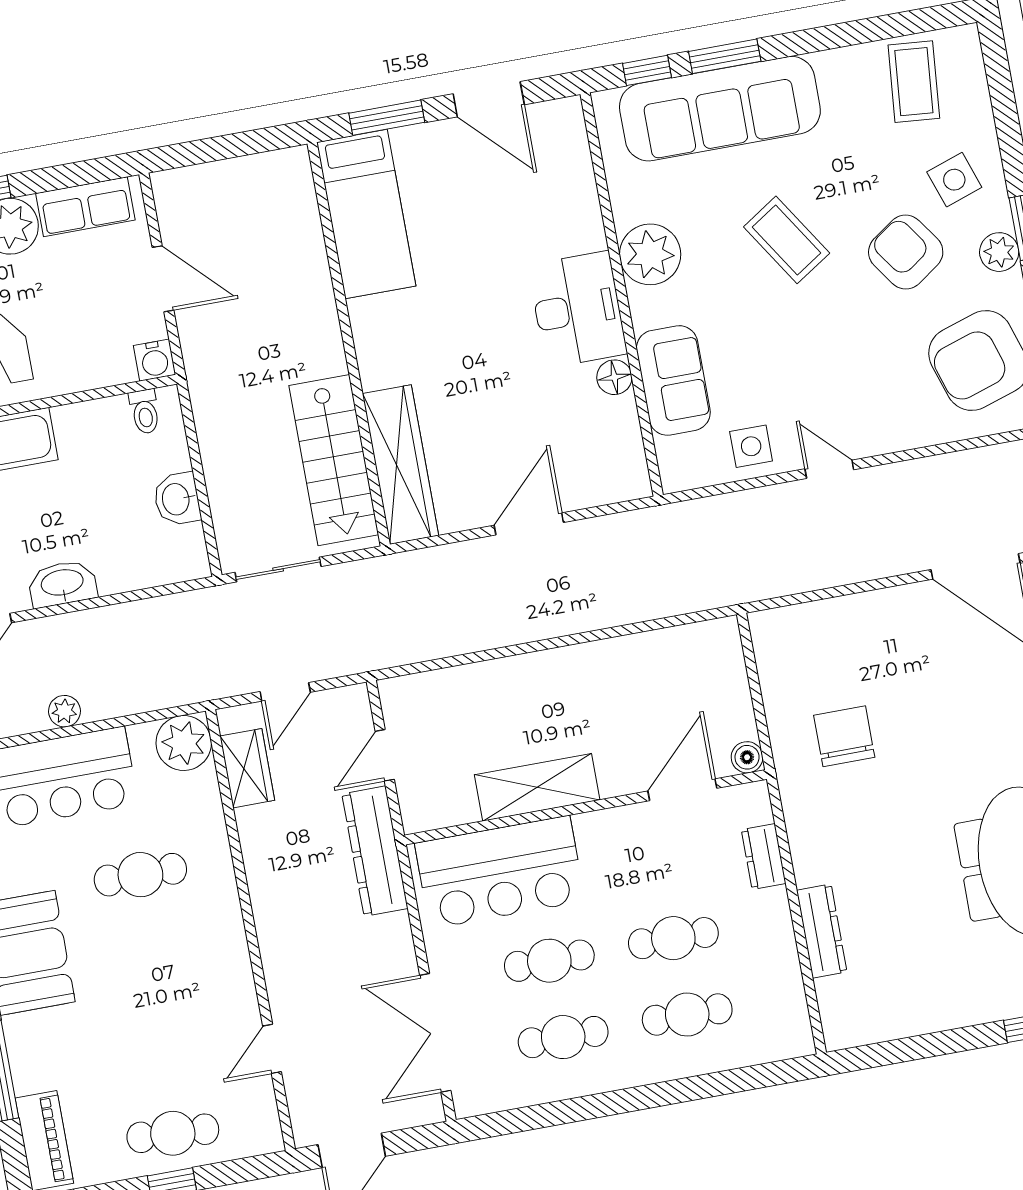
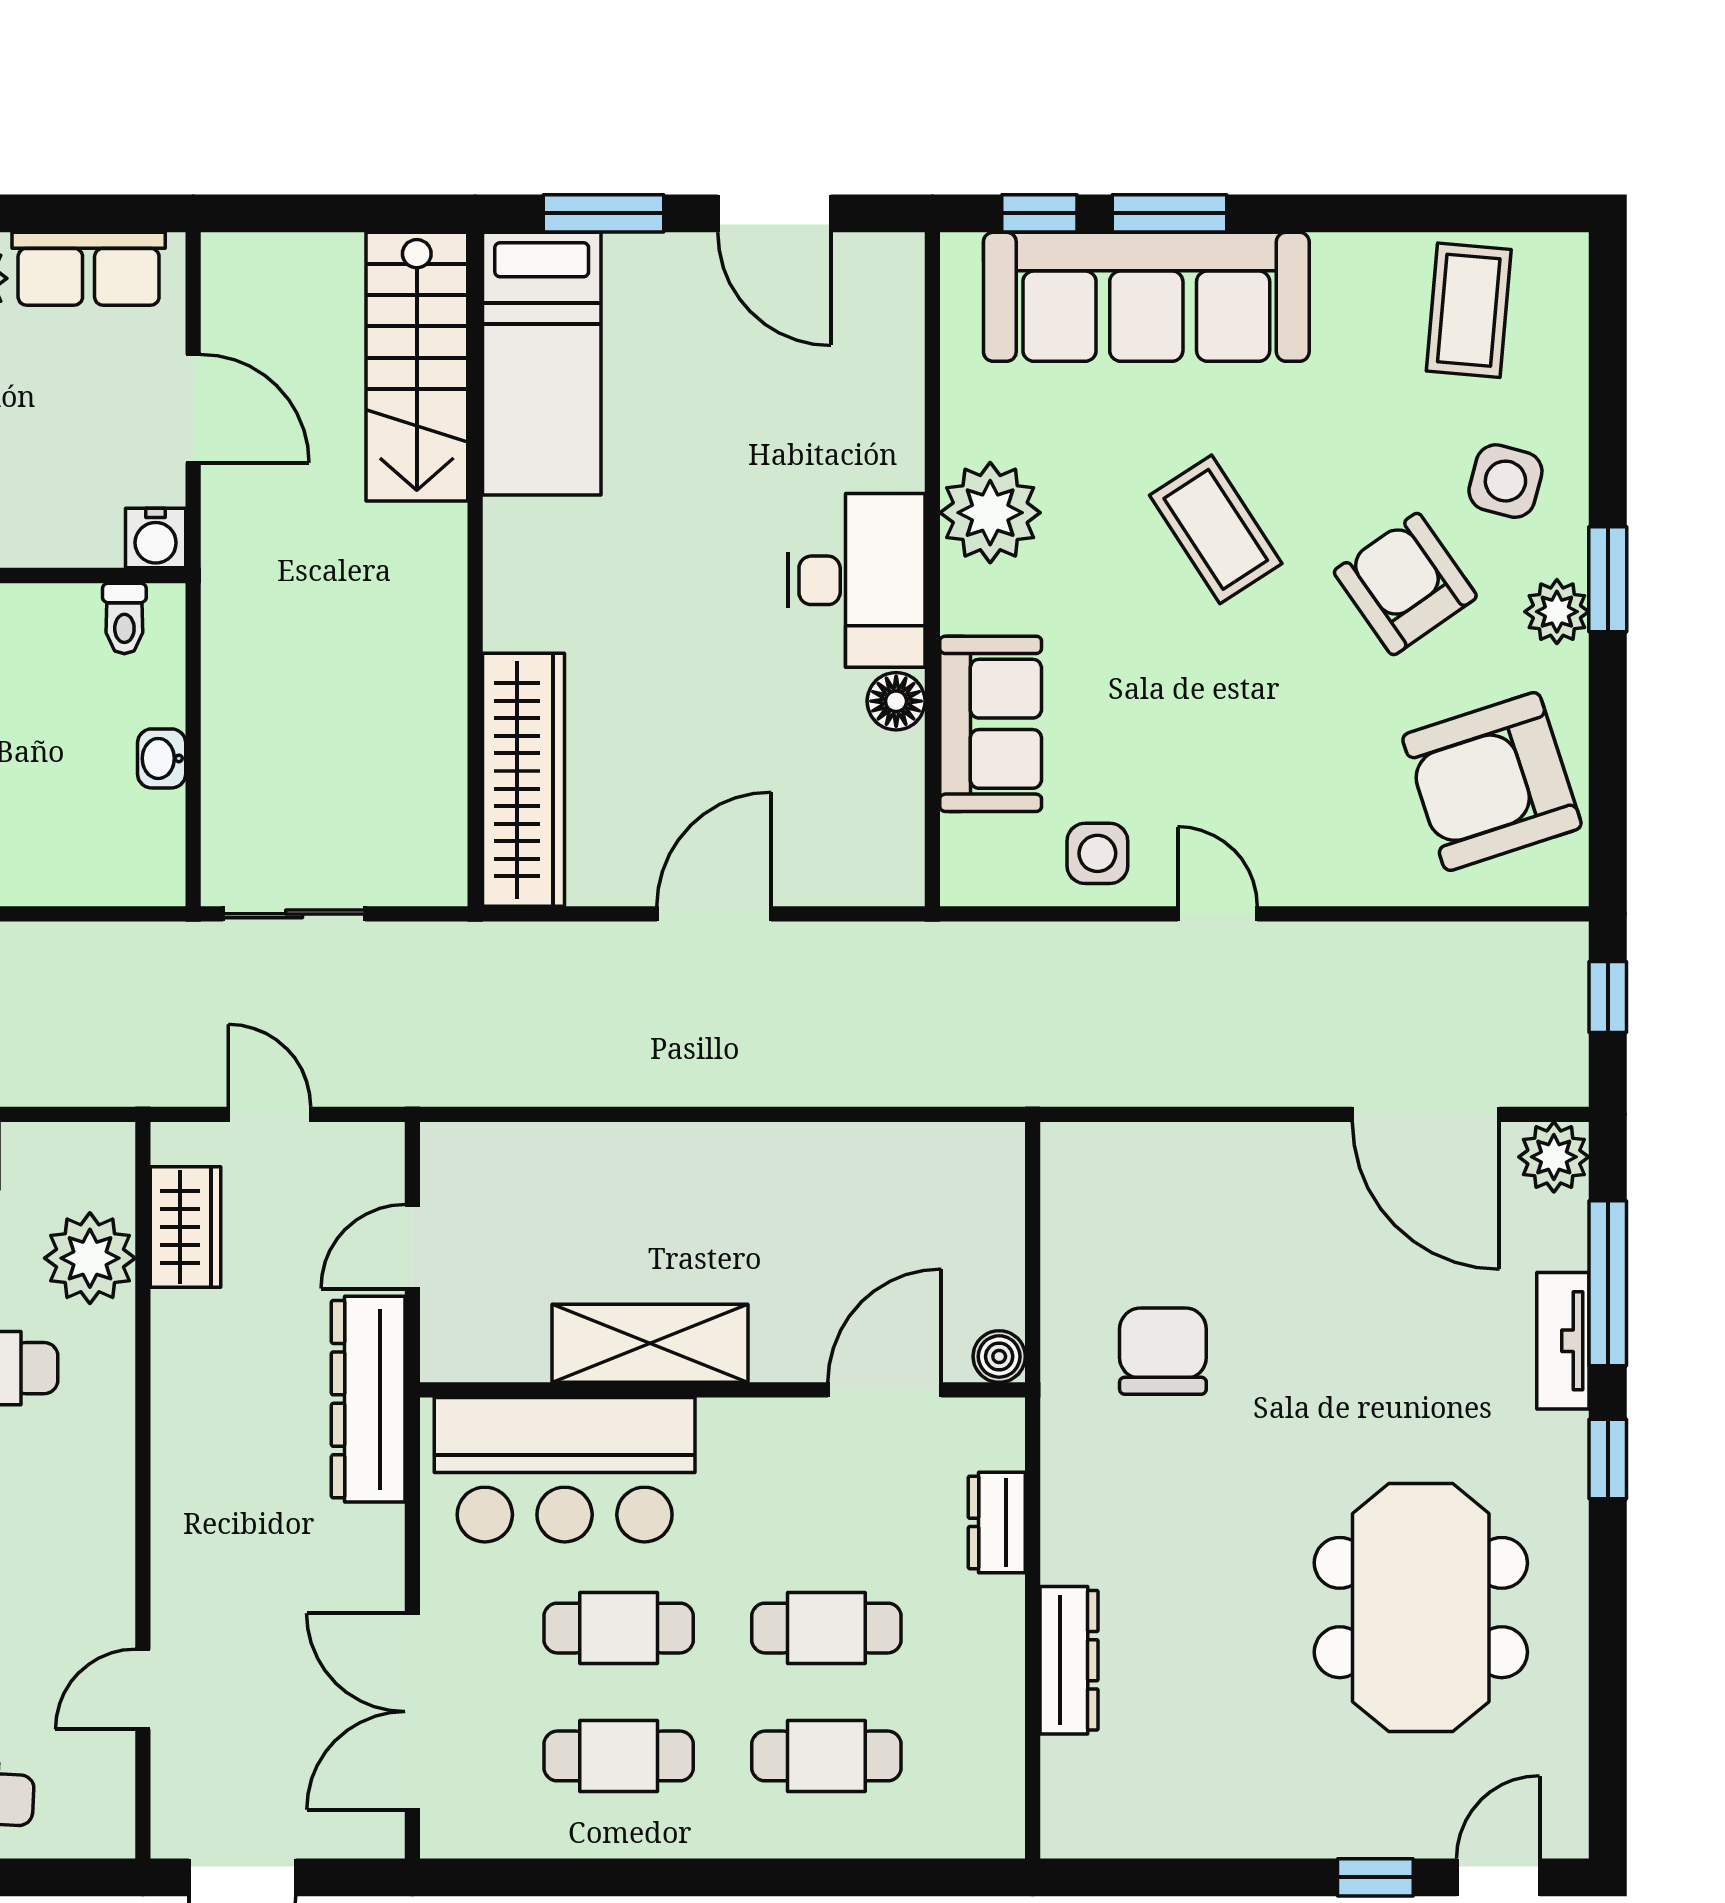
side table: (954, 180) -> (1505, 481), turned 34
stairs: (334, 460) -> (417, 367), moved
washbasin: (177, 499) -> (162, 758), width x0.72, depth x0.69
door: (285, 692) -> (270, 1114), swing flipped
plant: (184, 743) -> (90, 1258), moved

